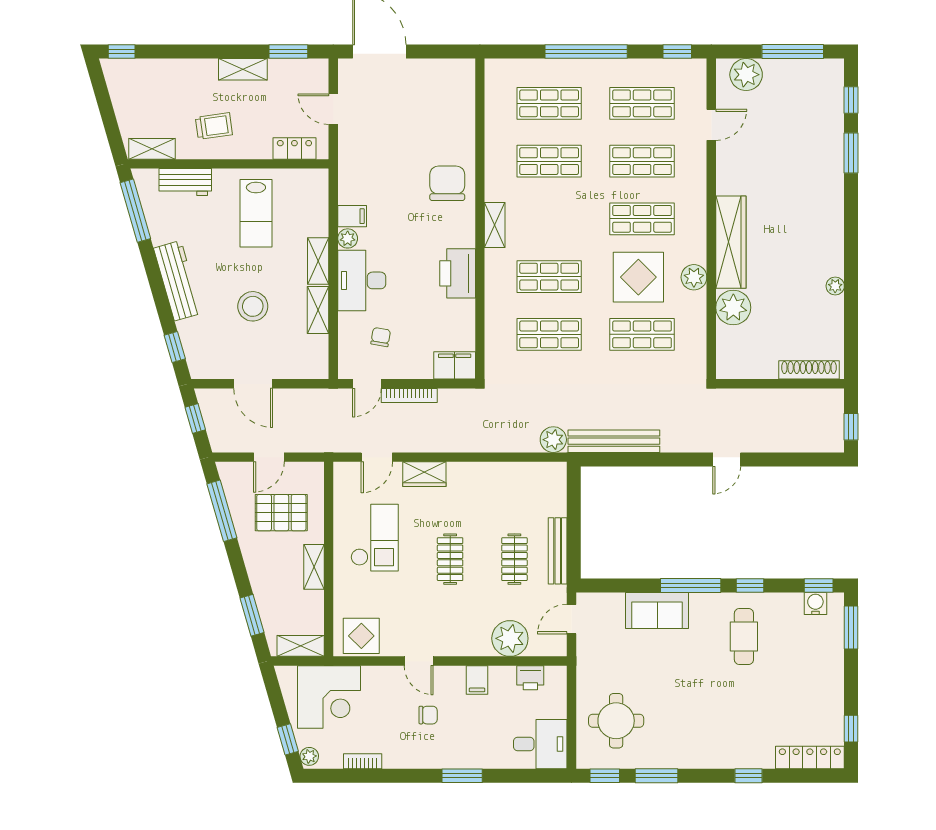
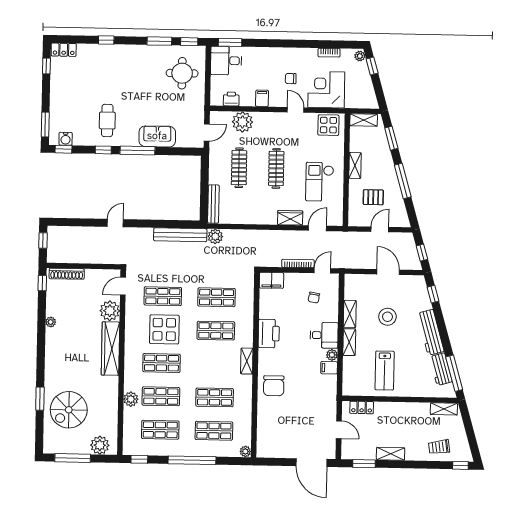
plant: (494, 69) -> (245, 451), added
window: (851, 100) -> (42, 283), moved
door: (711, 125) -> (123, 286), moved
trolley: (214, 126) -> (439, 447), moved
spiral stairs: (801, 135) -> (69, 410), added
workbench: (185, 182) -> (441, 369), moved, turned -106
lab bench: (256, 213) -> (385, 371), turned 180
plant: (694, 277) -> (131, 399), moved
desk: (362, 280) -> (324, 335), width x0.73
window: (222, 511) -> (403, 181), moved
pallet: (281, 513) -> (373, 197), width x0.67, depth x0.71
bench: (558, 551) -> (213, 204), moved
clothes rail: (450, 559) -> (276, 168), width x1.36
clothes rail: (514, 559) -> (239, 168), width x1.36
corner desk: (329, 697) -> (326, 90), moved
locker: (810, 757) -> (64, 50), width x0.66
window: (462, 776) -> (230, 42), moved

